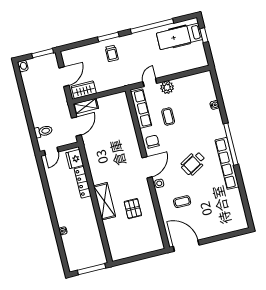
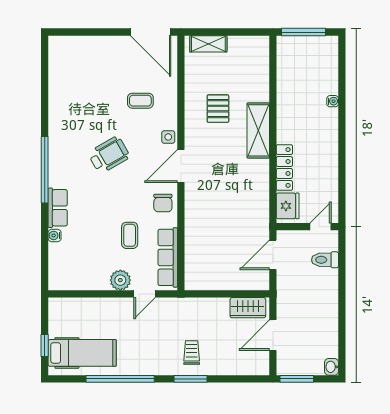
shelving: (86, 106) -> (208, 44), moved
row of seats: (227, 163) -> (58, 208), moved, width x0.50

